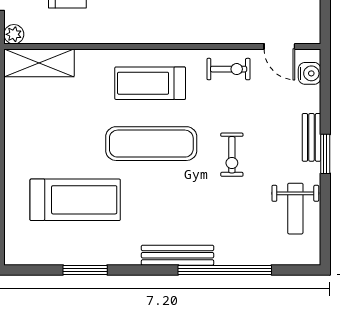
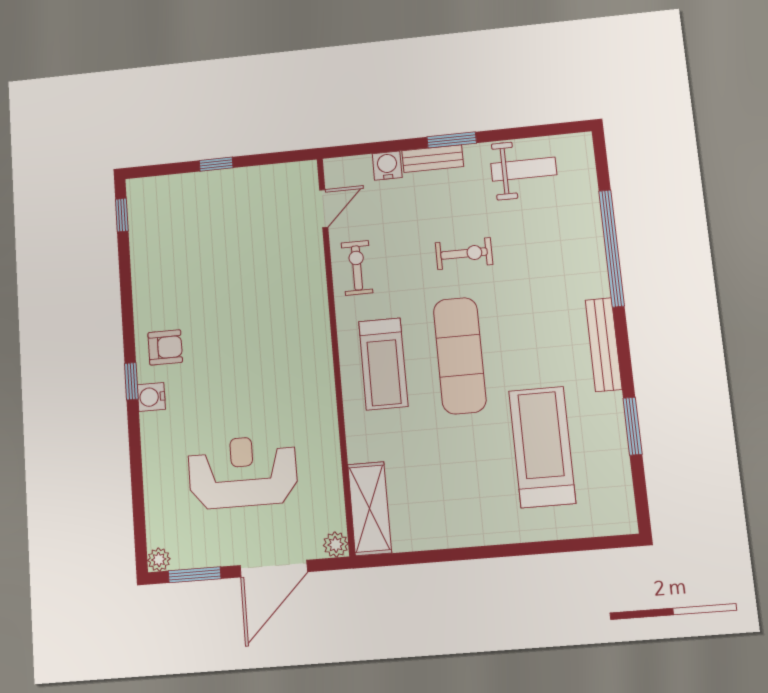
water cooler: (310, 73) -> (387, 166), moved
bench: (177, 255) -> (604, 345), moved

